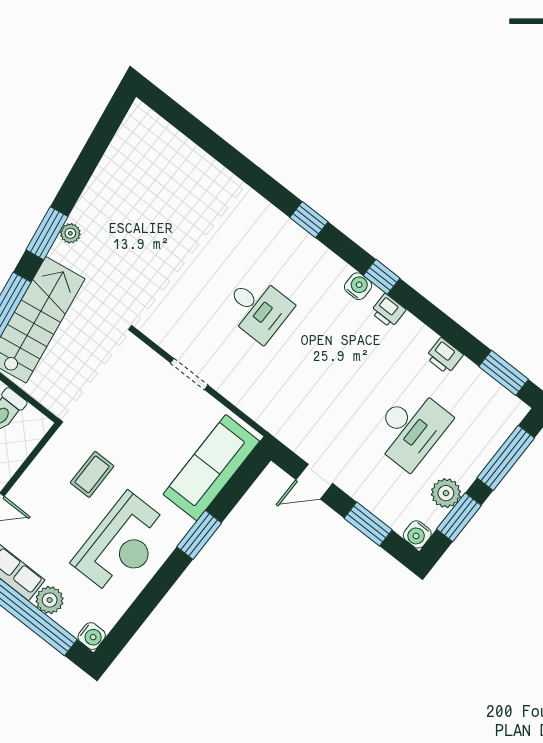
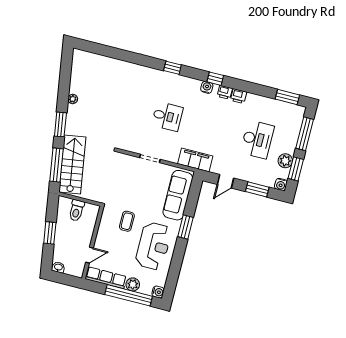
plant: (70, 233) -> (73, 99), moved
printer: (444, 356) -> (239, 96), moved
filing cabinet: (275, 415) -> (195, 160), added

